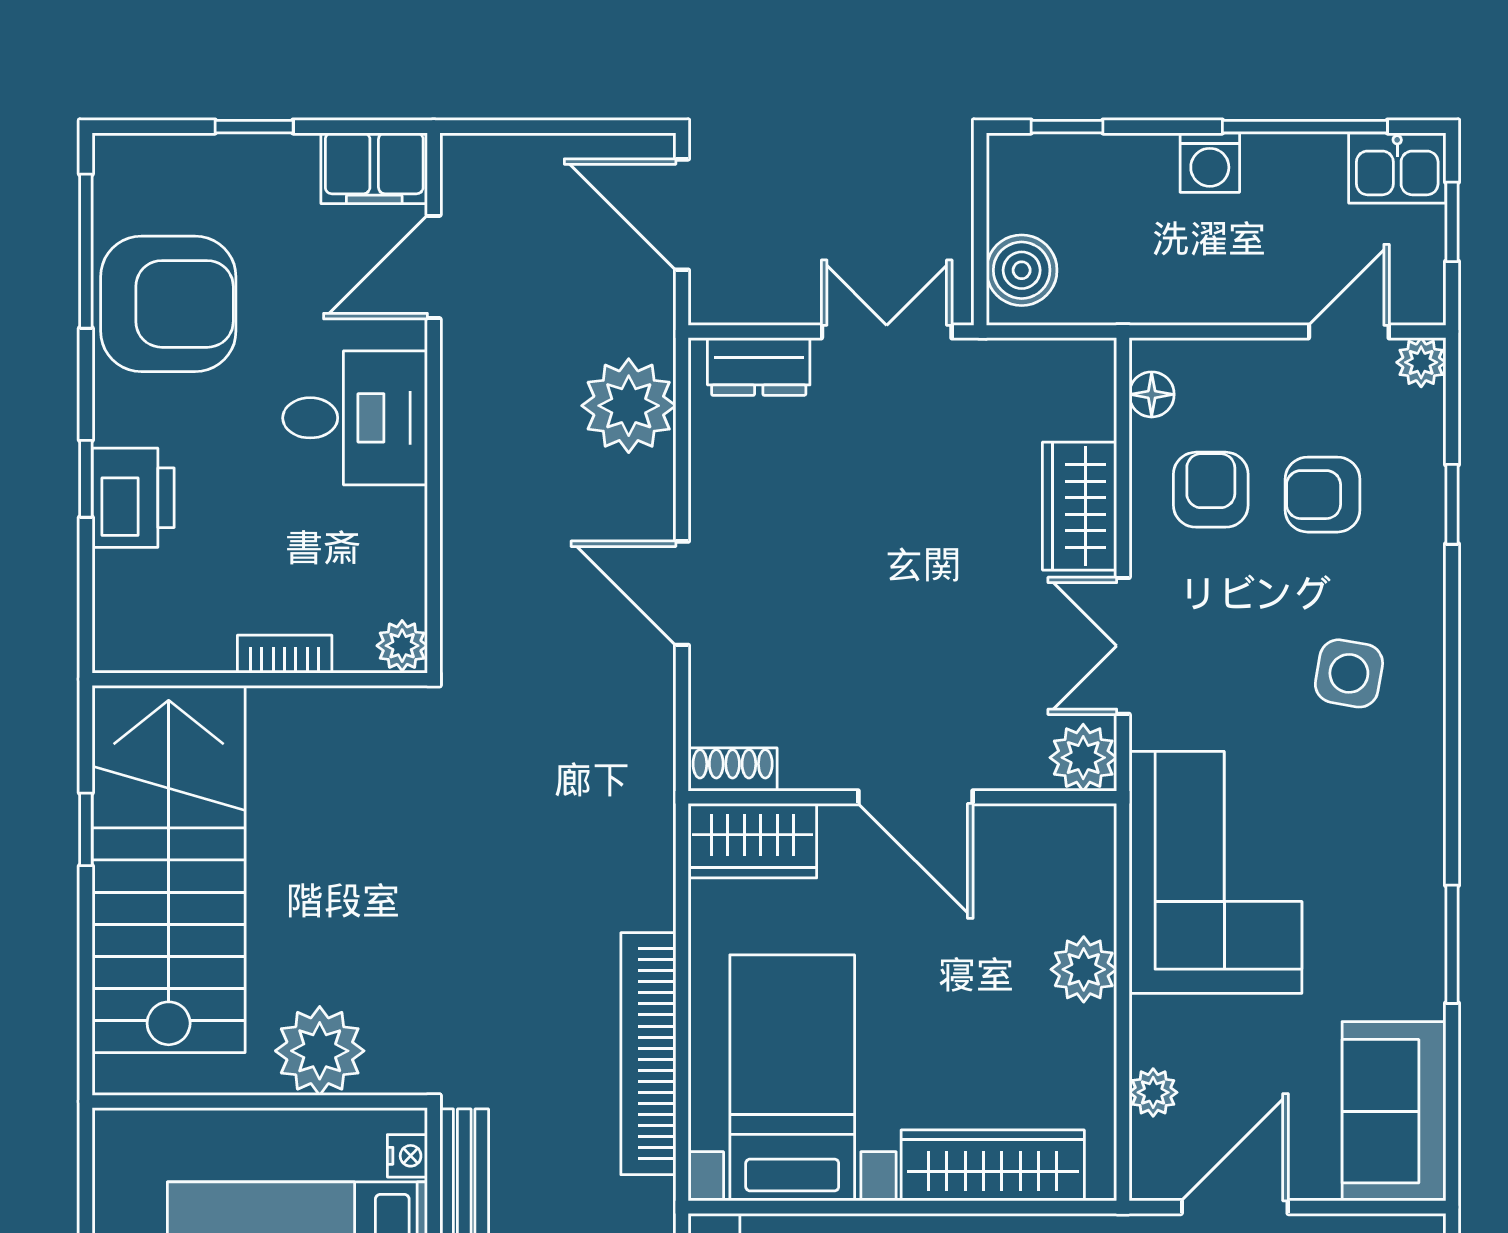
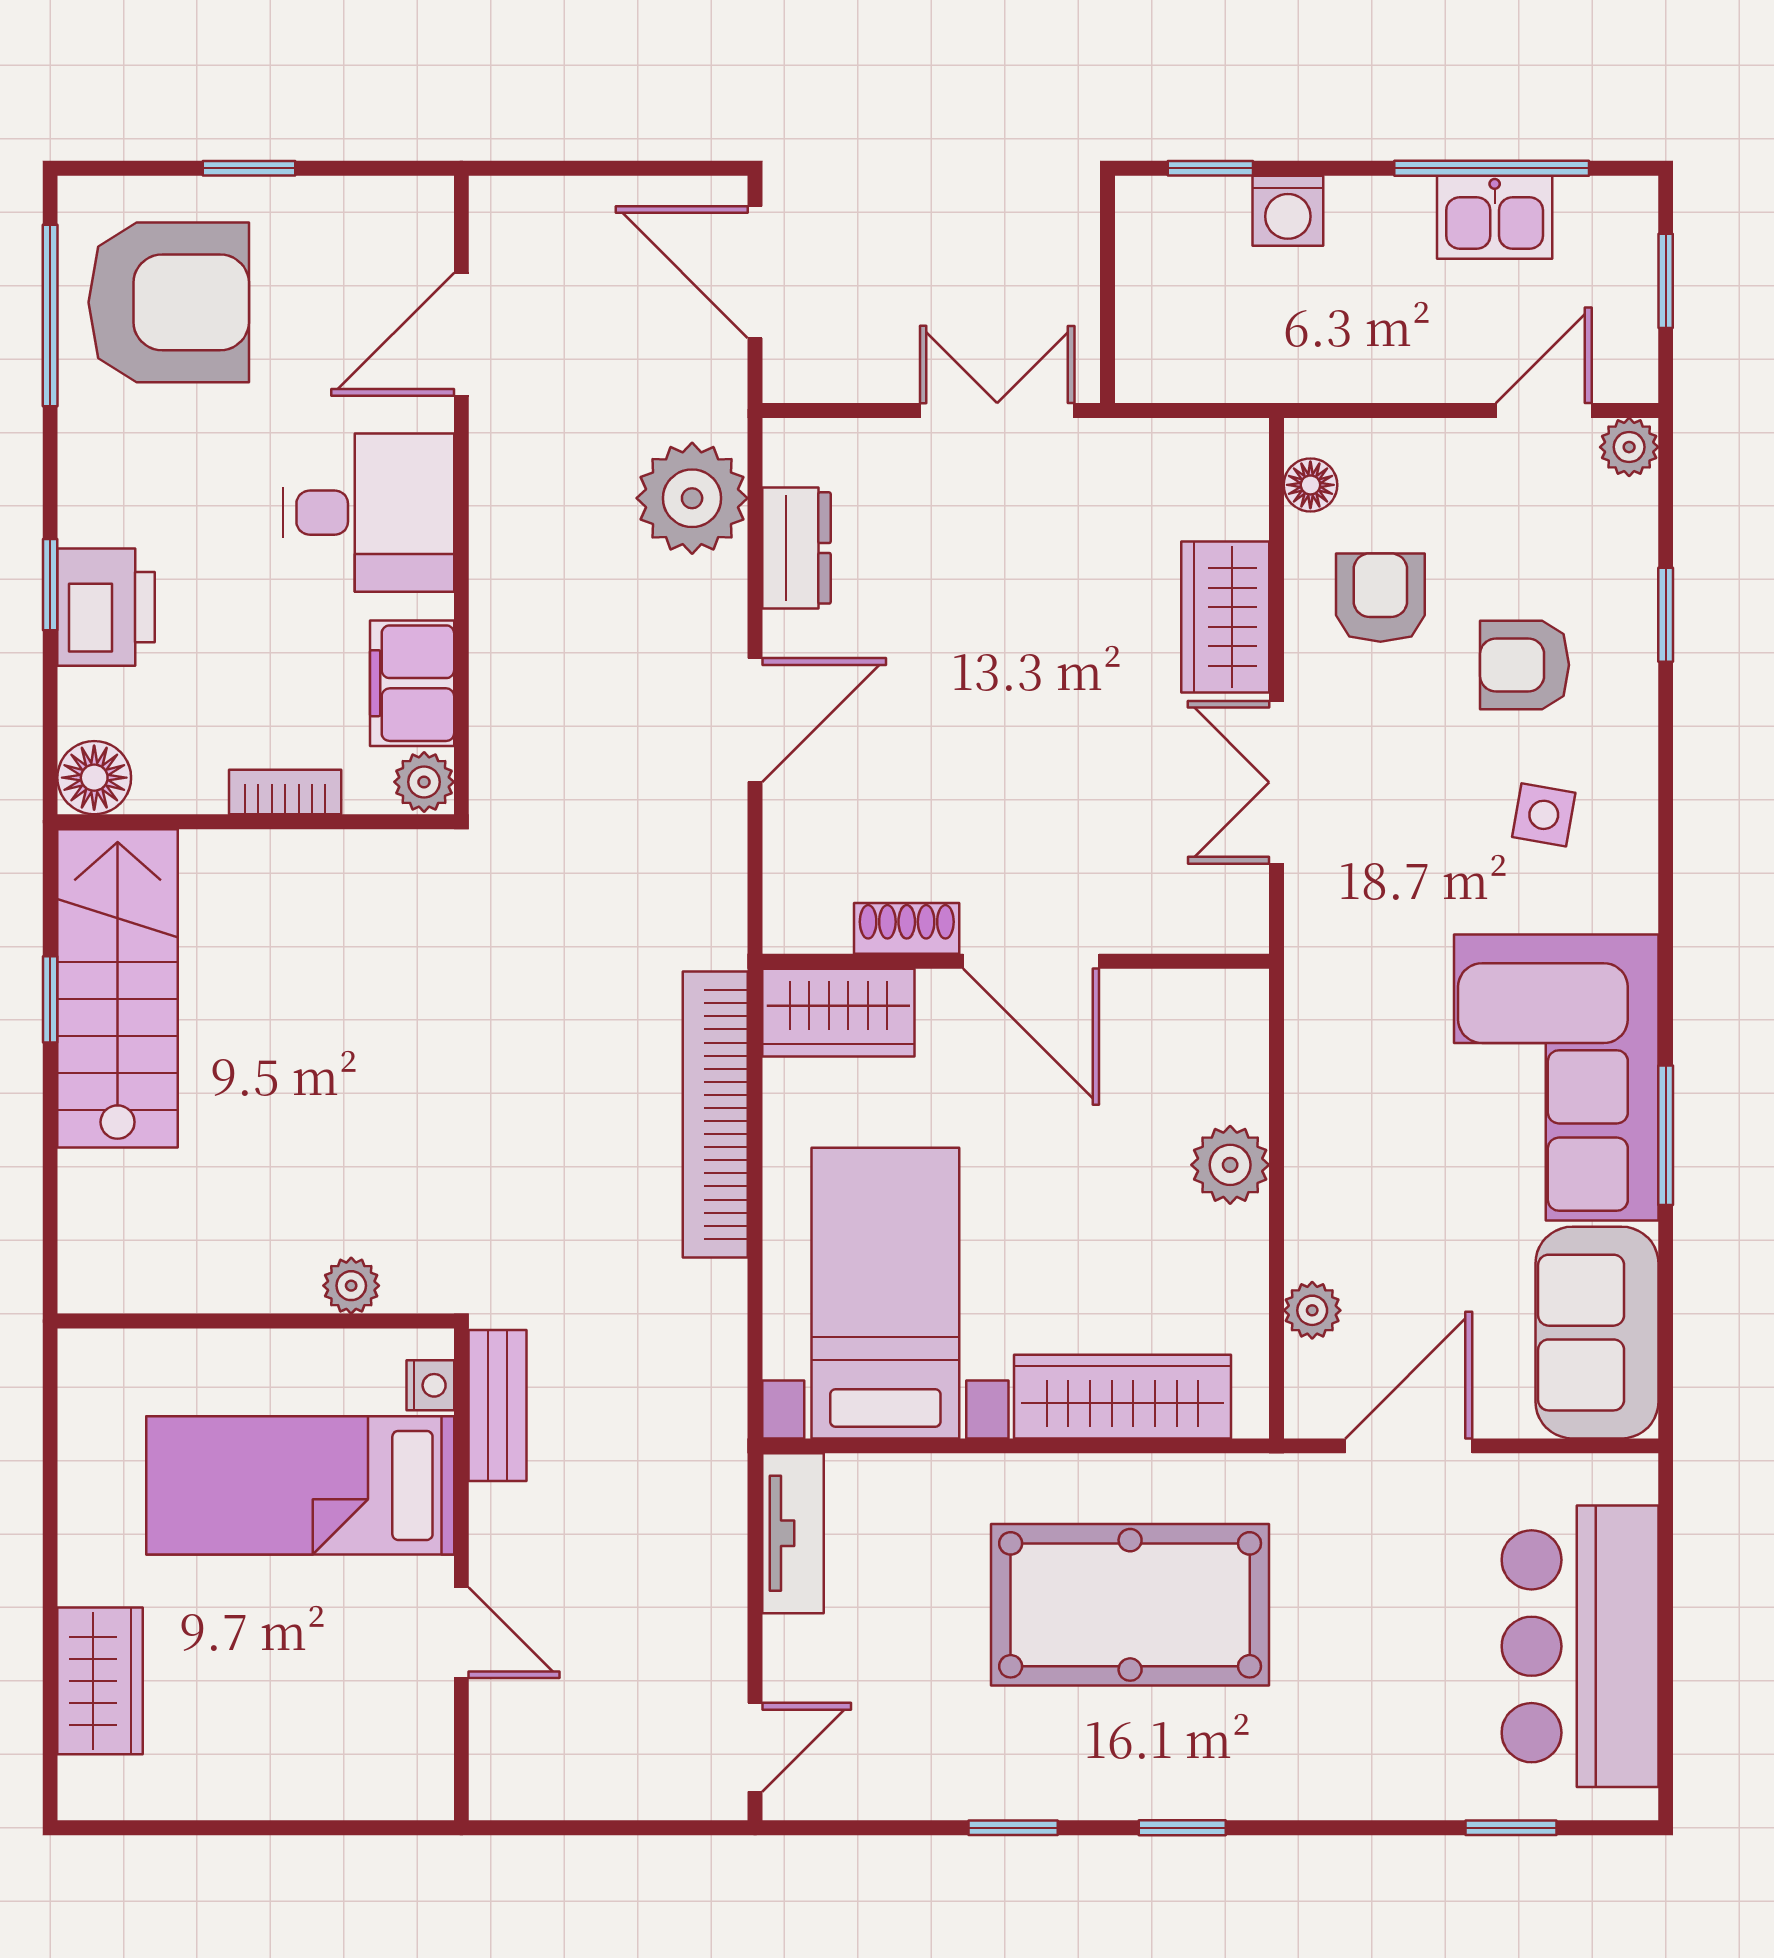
washing machine: (1210, 163) -> (1288, 211), moved
filing cabinet: (374, 168) -> (412, 683), moved, turned 90
kitchen sink: (1397, 168) -> (1495, 217), moved
boiler: (1022, 270) -> (1157, 338), removed
armchair: (168, 304) -> (169, 302), moved
dresser: (759, 367) -> (796, 548), moved, turned -90
armchair: (1323, 495) -> (1524, 665), moved
door: (682, 593) -> (755, 720), swing flipped
floor lamp: (123, 642) -> (94, 778), added
side table: (1349, 673) -> (1544, 815), width x0.73, depth x0.73
plant: (1083, 758) -> (1230, 914), removed
shoe rack: (733, 769) -> (907, 928), moved
stairs: (169, 869) -> (118, 988), width x0.73, depth x0.66
corner sofa: (1215, 872) -> (1556, 1078), moved, turned 180
plant: (320, 1051) -> (351, 1286), width x0.53, depth x0.53
bookcase: (648, 1054) -> (715, 1115), moved

